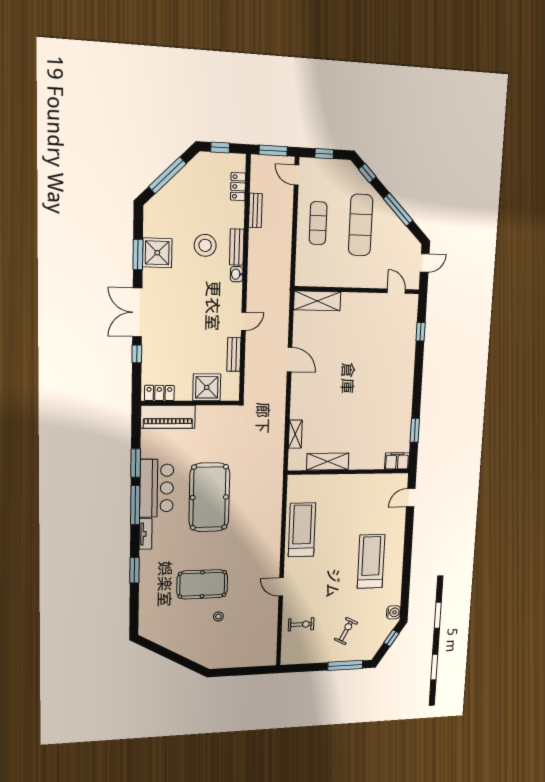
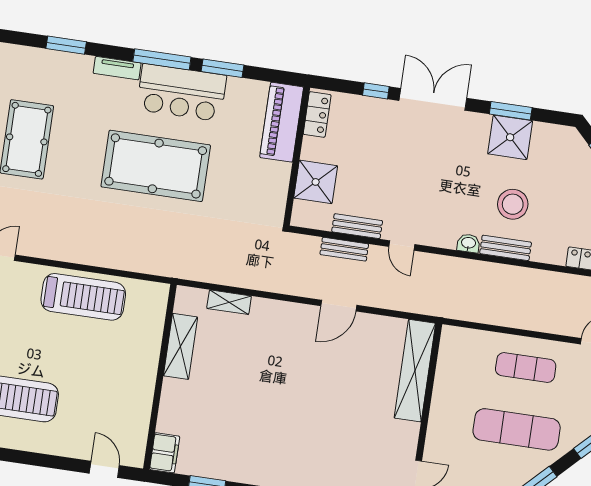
bench: (255, 210) -> (344, 249), moved
shelving: (317, 301) -> (415, 371), width x1.47

